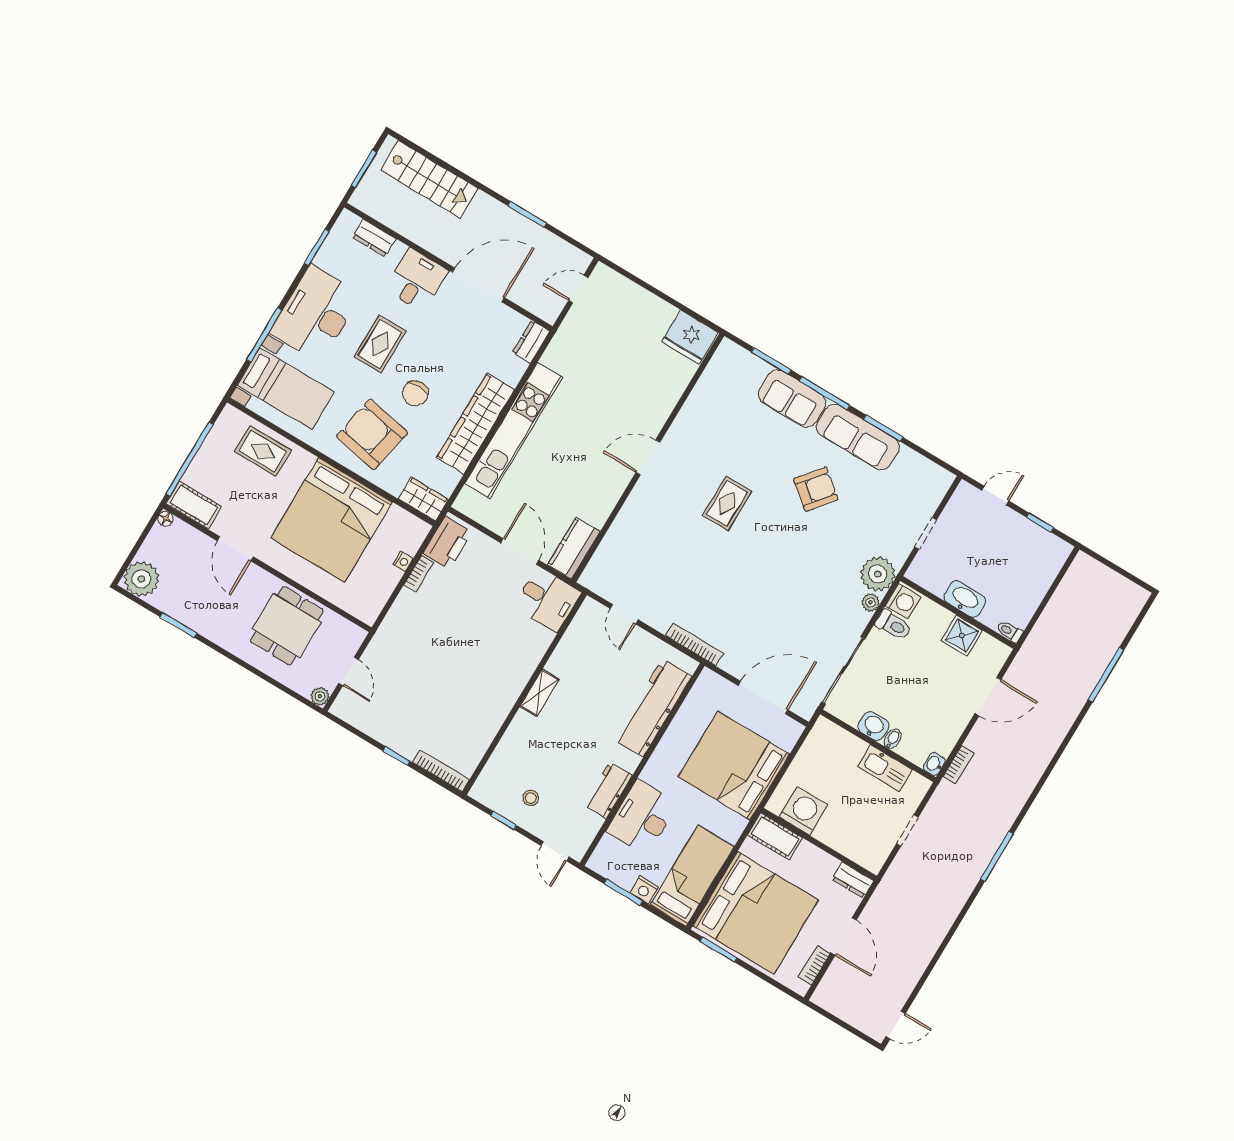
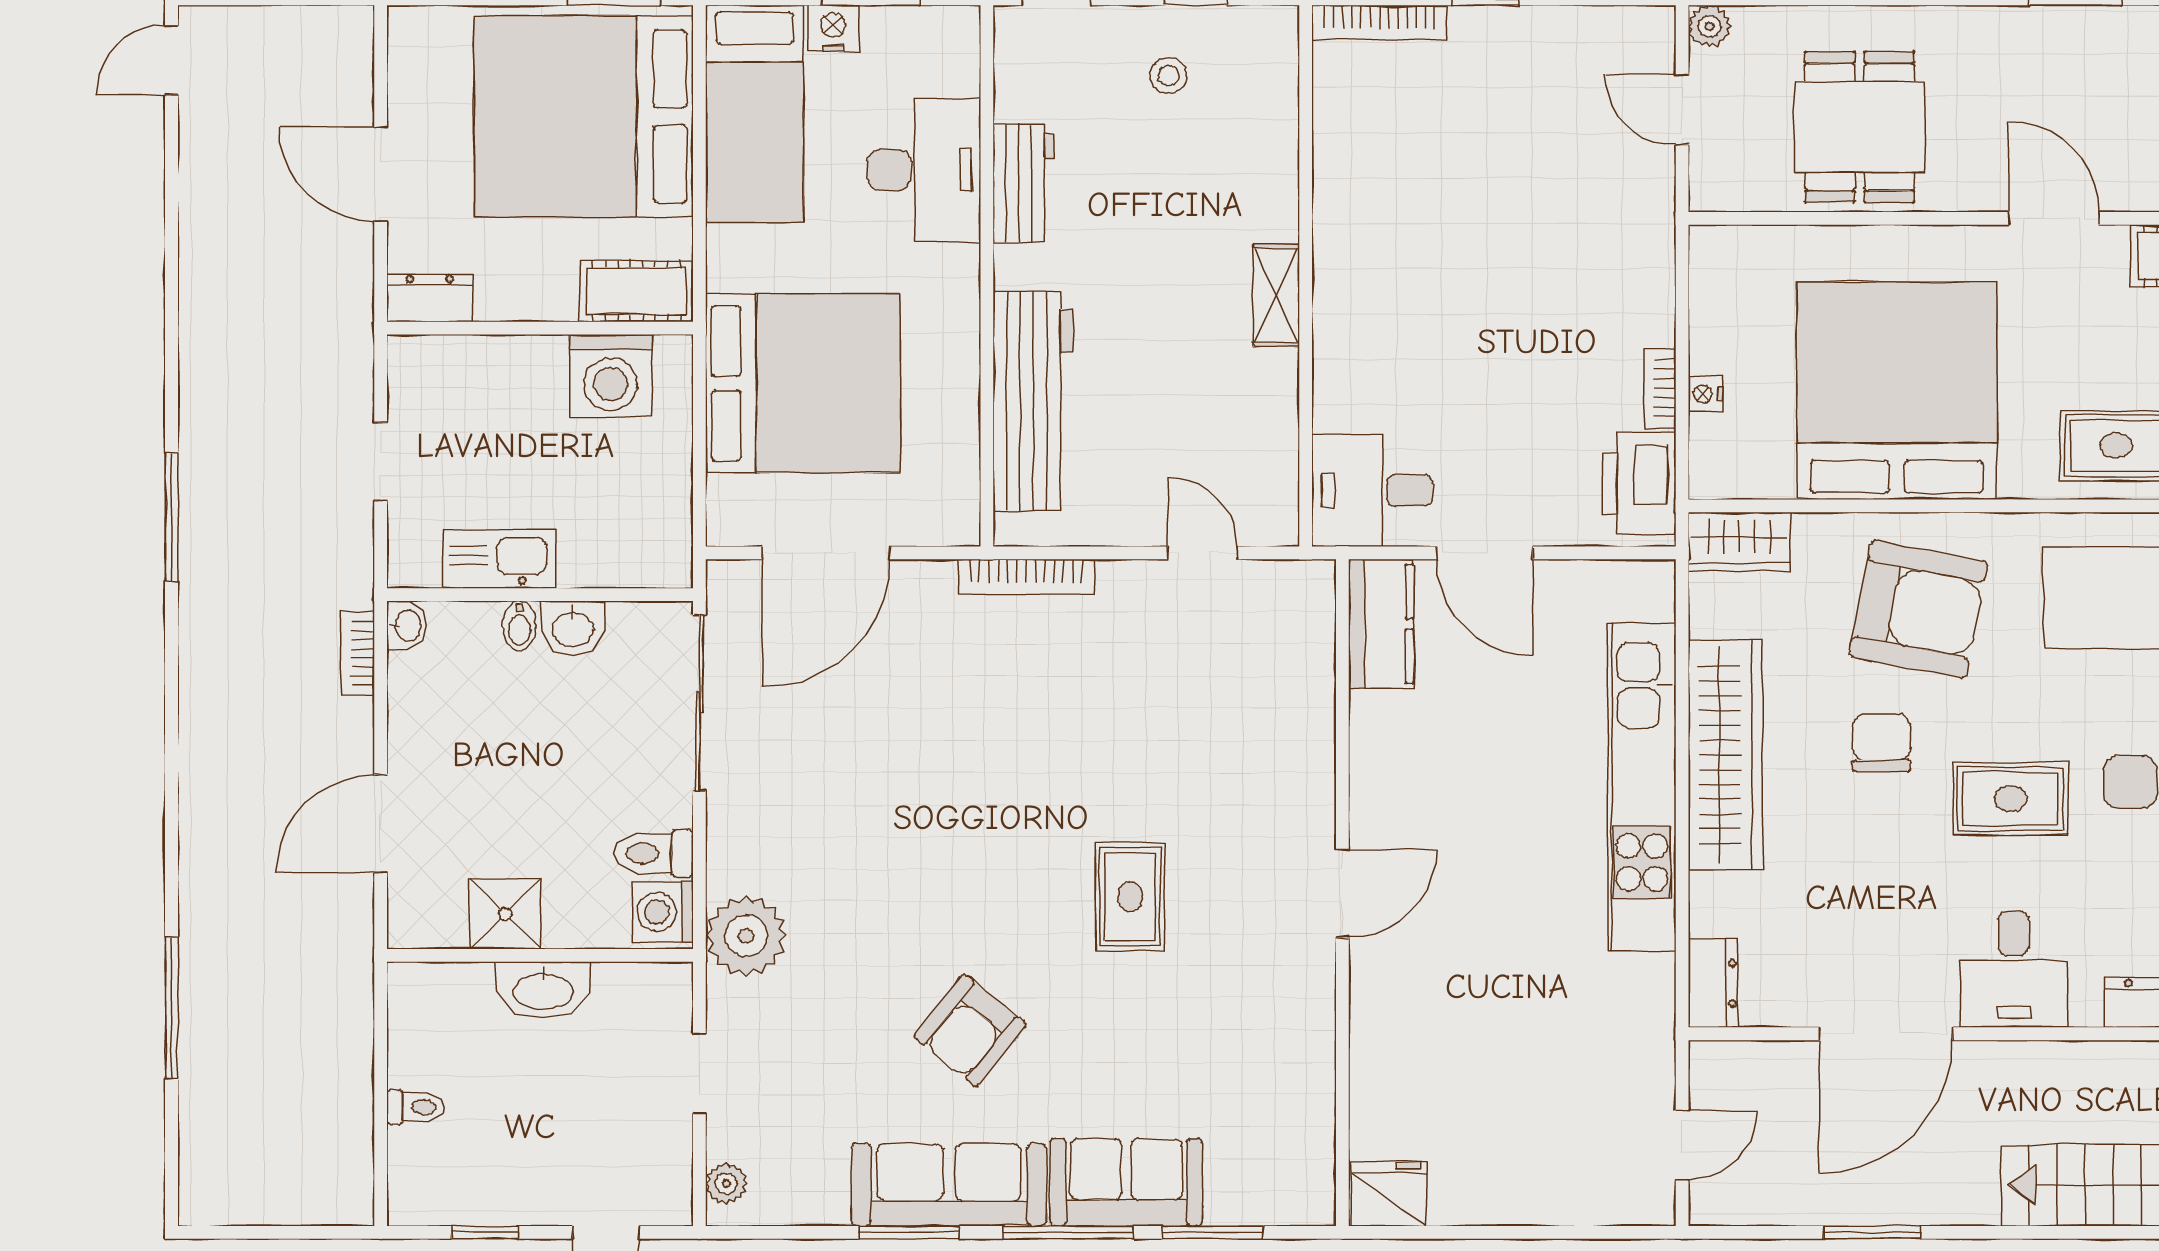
fridge: (690, 337) -> (1389, 1194), width x0.73, depth x0.75
rug: (380, 344) -> (2010, 799), turned 90
plant: (871, 602) -> (726, 1184), moved
toilet: (1009, 631) -> (416, 1107), moved
bookcase: (814, 965) -> (404, 82), removed

